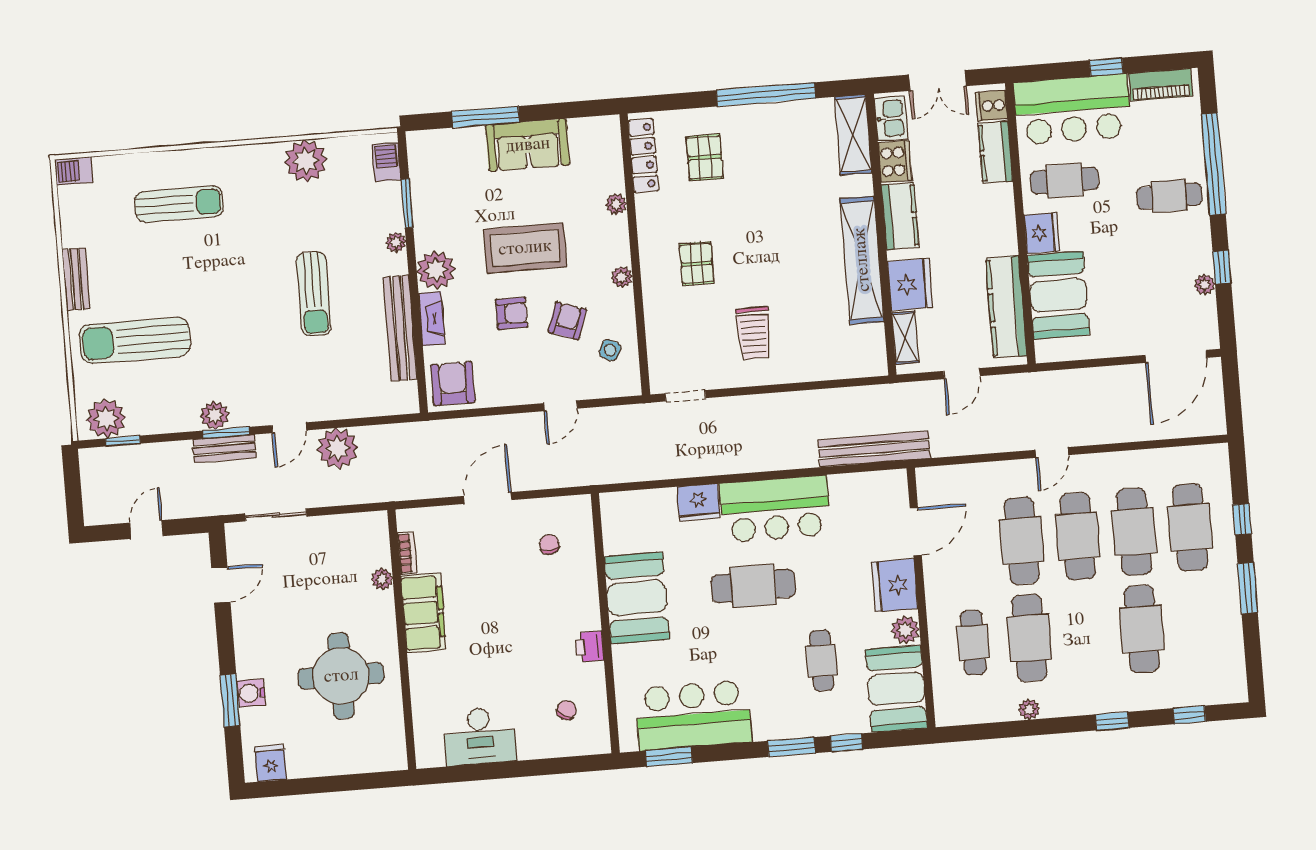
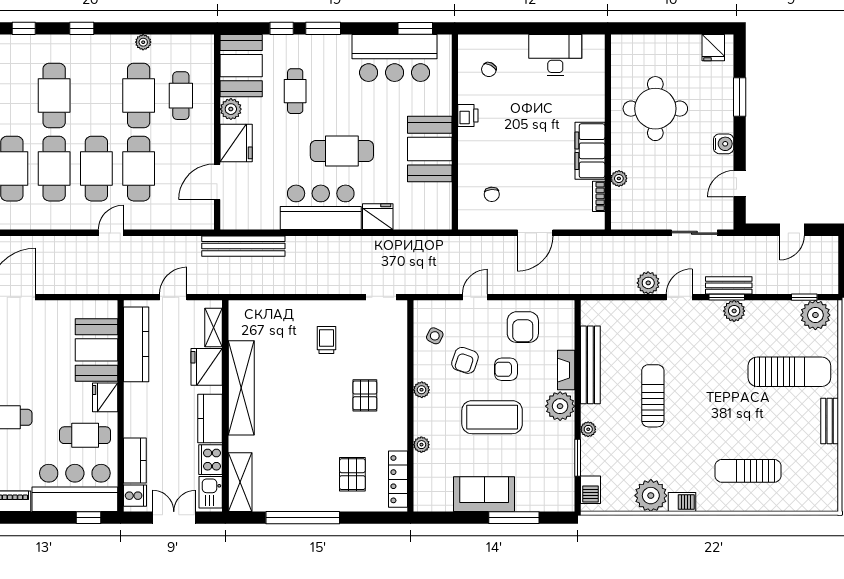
window: (1106, 67) -> (88, 518), moved
barbecue: (74, 171) -> (682, 502), moved
trolley: (754, 333) -> (326, 340), width x0.73, depth x0.72
armchair: (453, 384) -> (523, 327), moved
plant: (338, 448) -> (648, 283), width x0.73, depth x0.73
water cooler: (251, 693) -> (724, 144), moved

